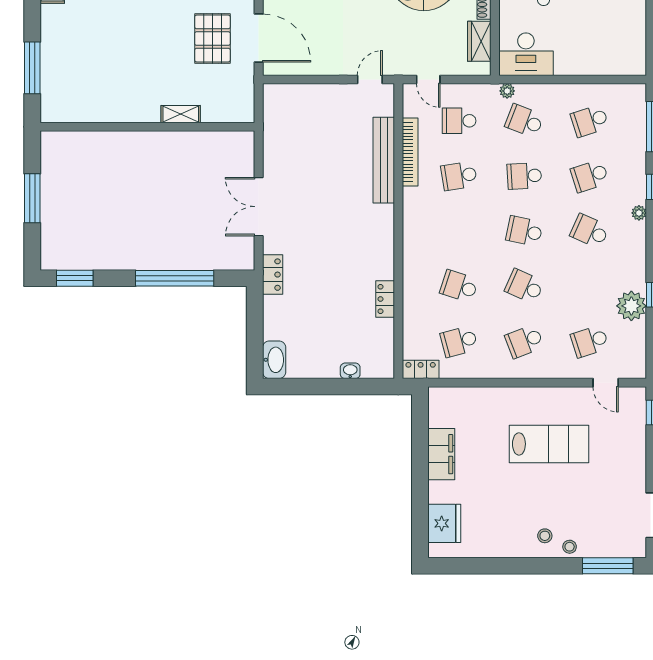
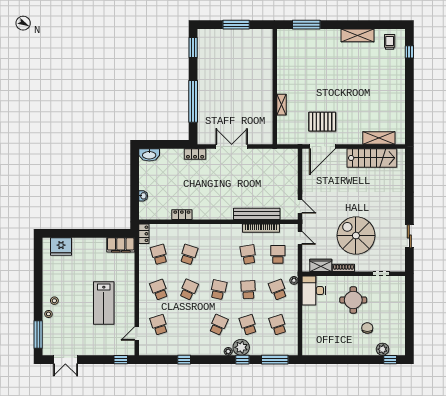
door: (428, 79) -> (300, 238), swing flipped
school desk: (524, 121) -> (278, 290), turned -42
plant: (631, 306) -> (241, 347), moved
filing cabinet: (441, 454) -> (121, 245), moved

